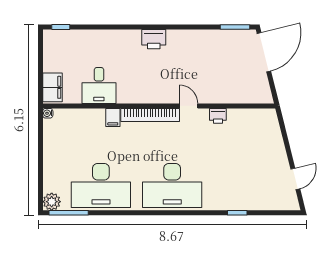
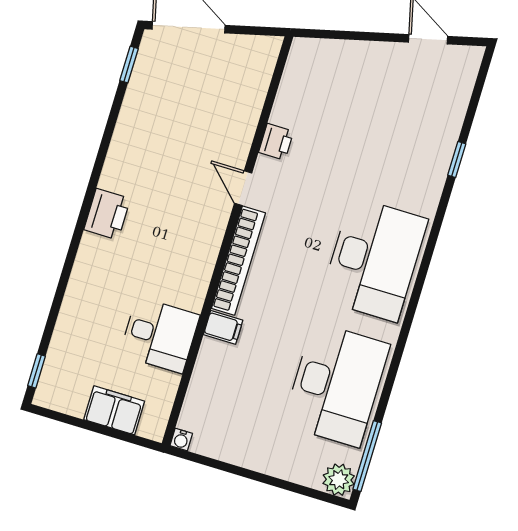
window: (235, 27) -> (129, 65), width x0.67
filing cabinet: (52, 87) -> (114, 410), moved
door: (189, 106) -> (243, 188), hinge flipped

